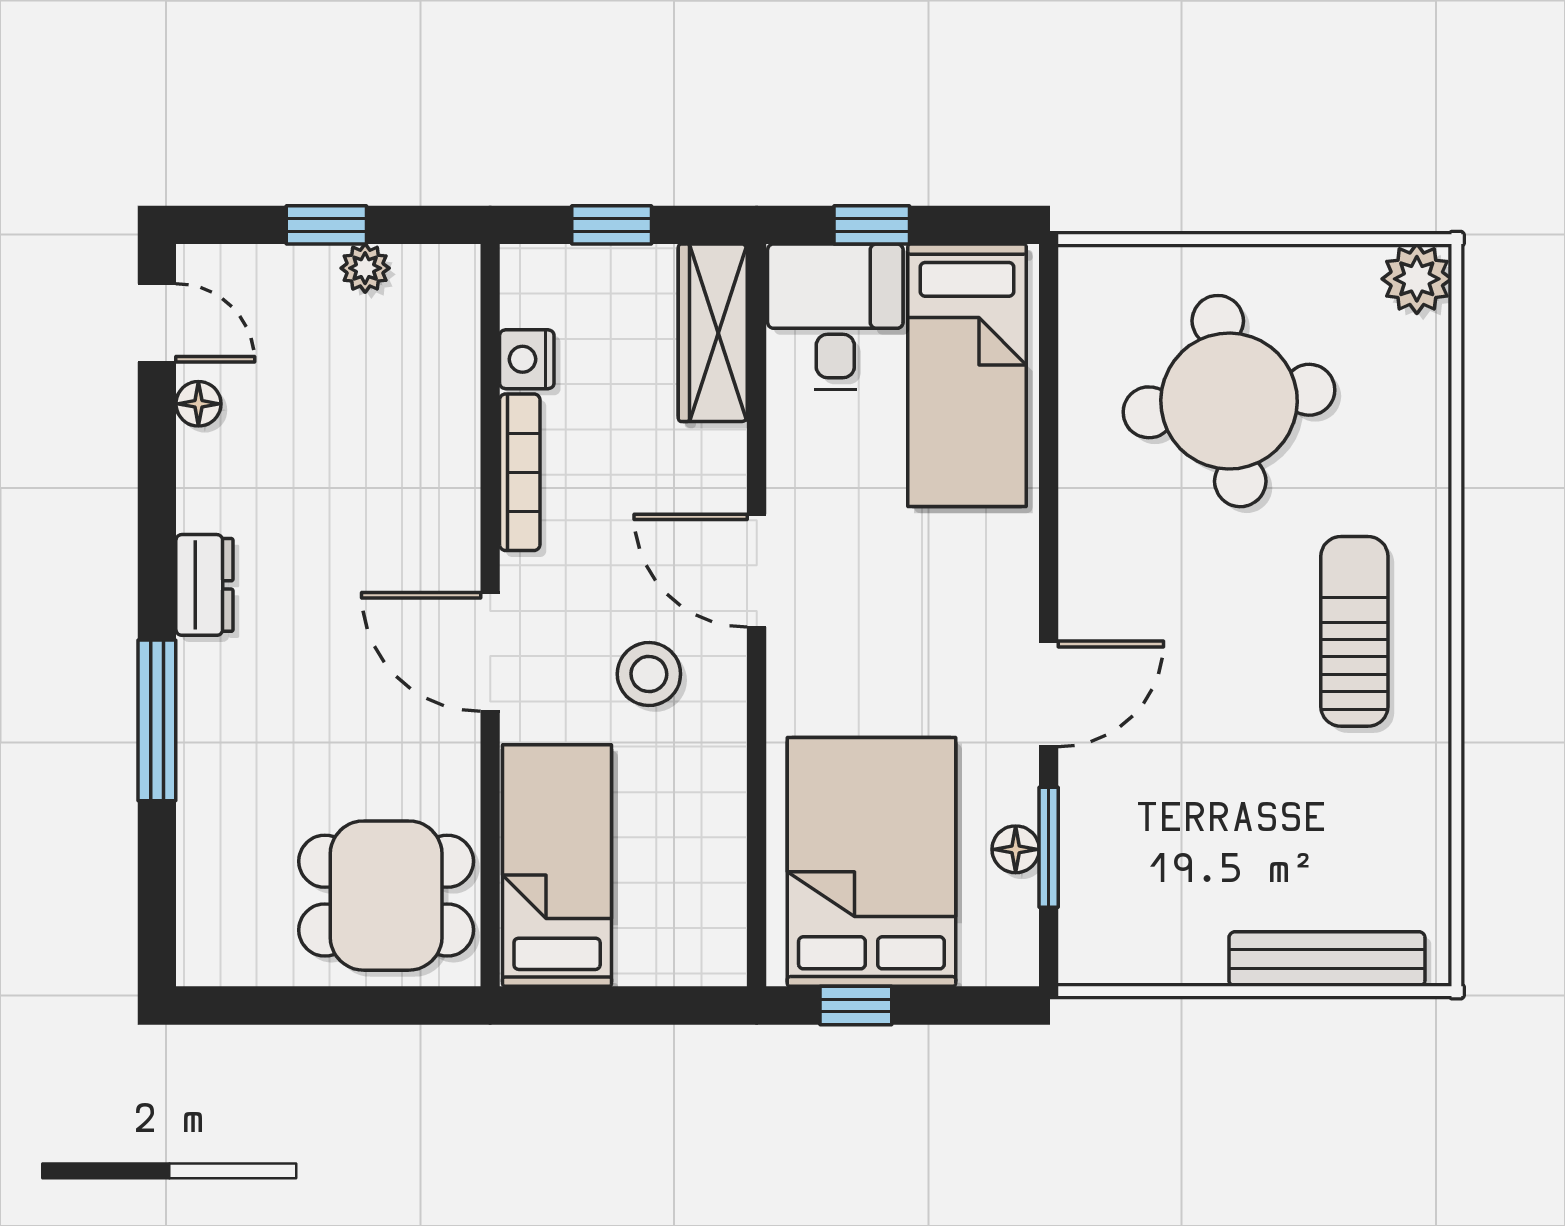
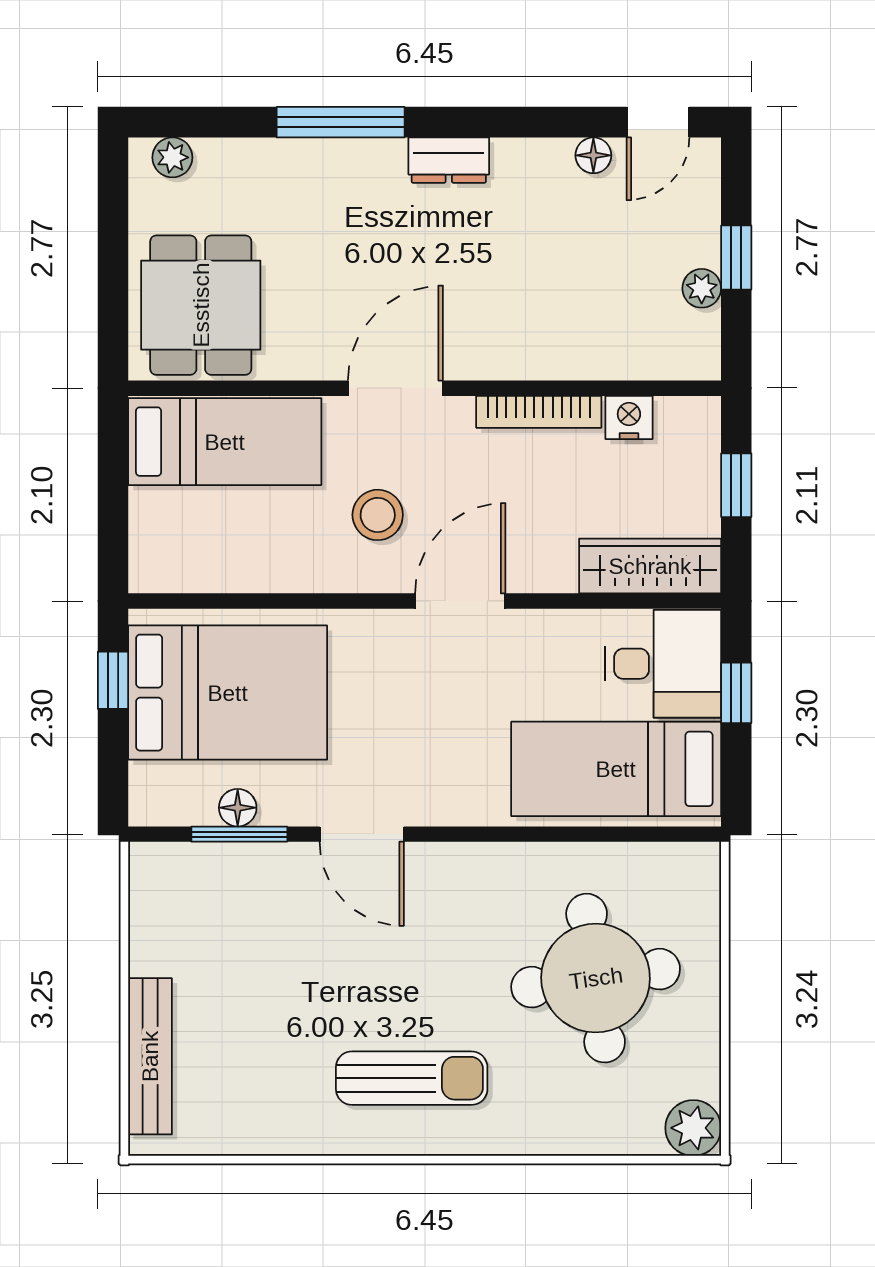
plant: (201, 931) -> (172, 157), added

